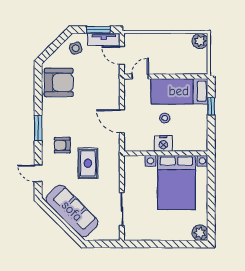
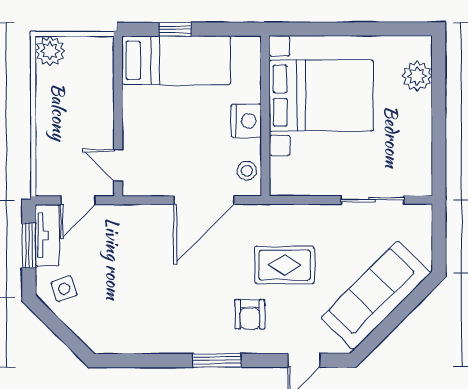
armchair: (59, 82) -> (130, 321), removed
bed: (179, 91) -> (176, 60), moved, turned -90
stool: (165, 118) -> (247, 171), moved
door: (122, 121) -> (204, 200), width x1.36
plant: (200, 233) -> (417, 76), moved

